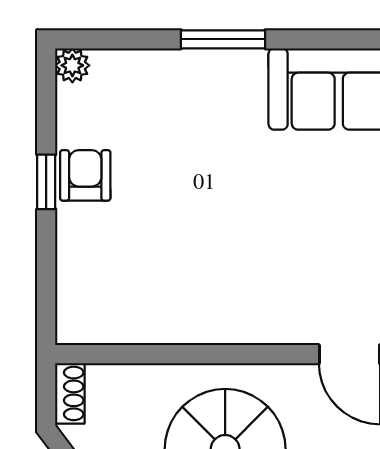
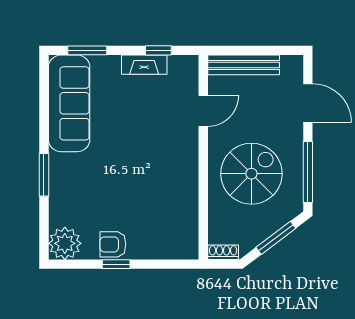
plant: (72, 65) -> (65, 243), width x1.87, depth x1.87

